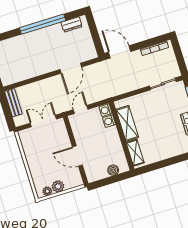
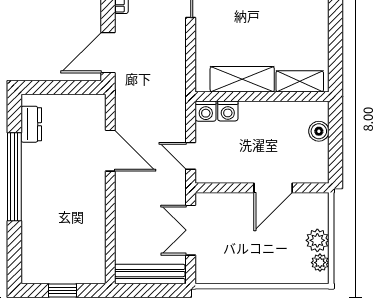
bench: (13, 103) -> (150, 274), width x1.36

